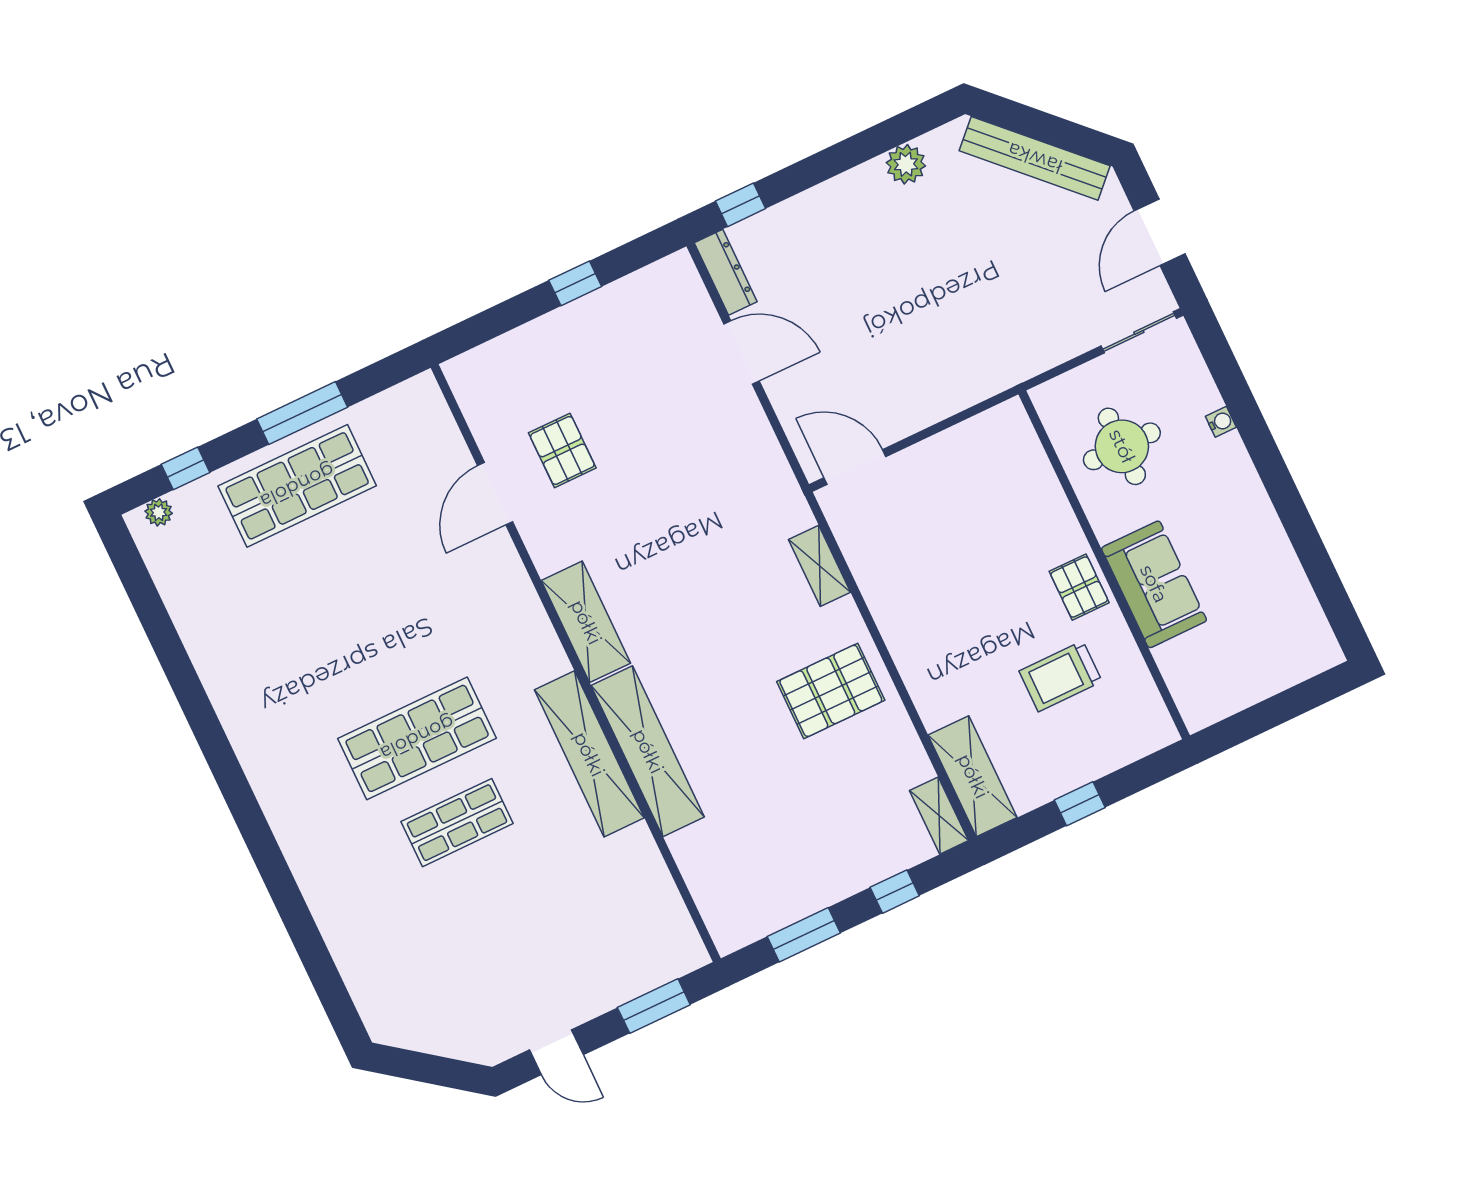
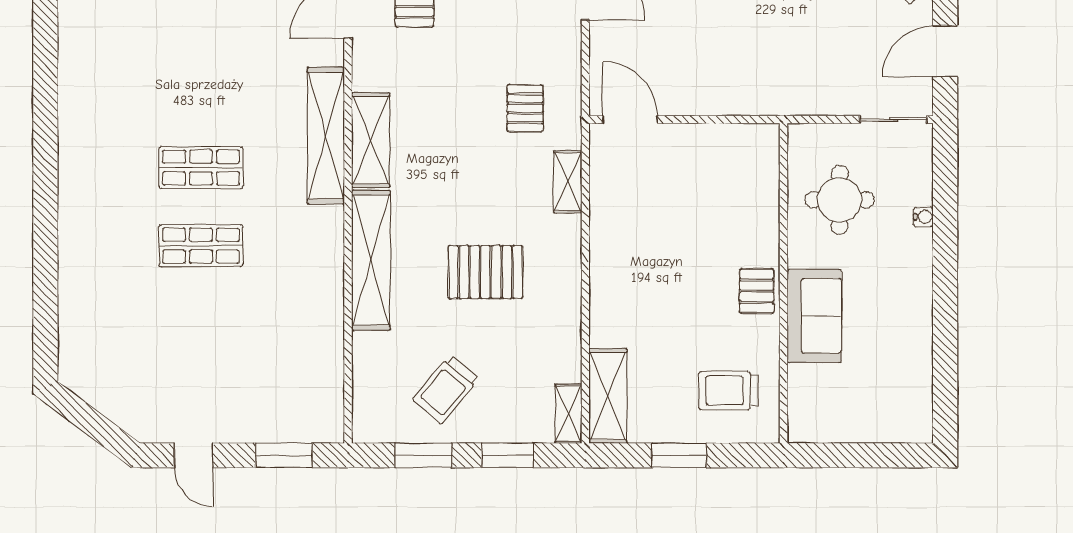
pallet: (736, 509) -> (525, 108), added
trolley: (1061, 676) -> (729, 390), moved
pallet: (831, 691) -> (485, 272), moved
shop shelf: (417, 738) -> (201, 168), width x0.70, depth x0.74
shelving: (589, 754) -> (326, 136), moved
window: (1080, 804) -> (679, 455), width x1.50
trolley: (795, 852) -> (446, 389), added
window: (895, 892) -> (508, 455), width x1.50

